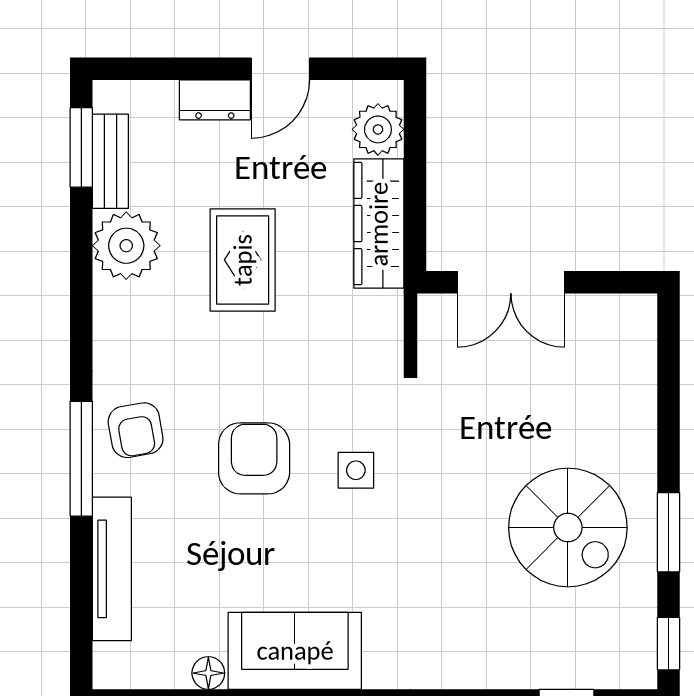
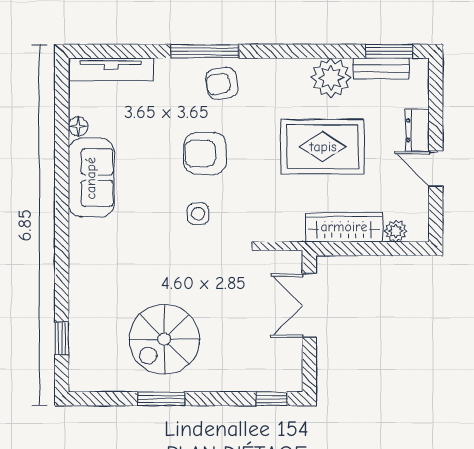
plant: (378, 129) -> (396, 231), width x0.73, depth x0.73
rug: (243, 260) -> (323, 147), width x1.36, depth x1.43
armchair: (254, 458) -> (205, 153), turned 180
tv unit: (112, 569) -> (111, 69), moved
window: (668, 644) -> (272, 399), moved

